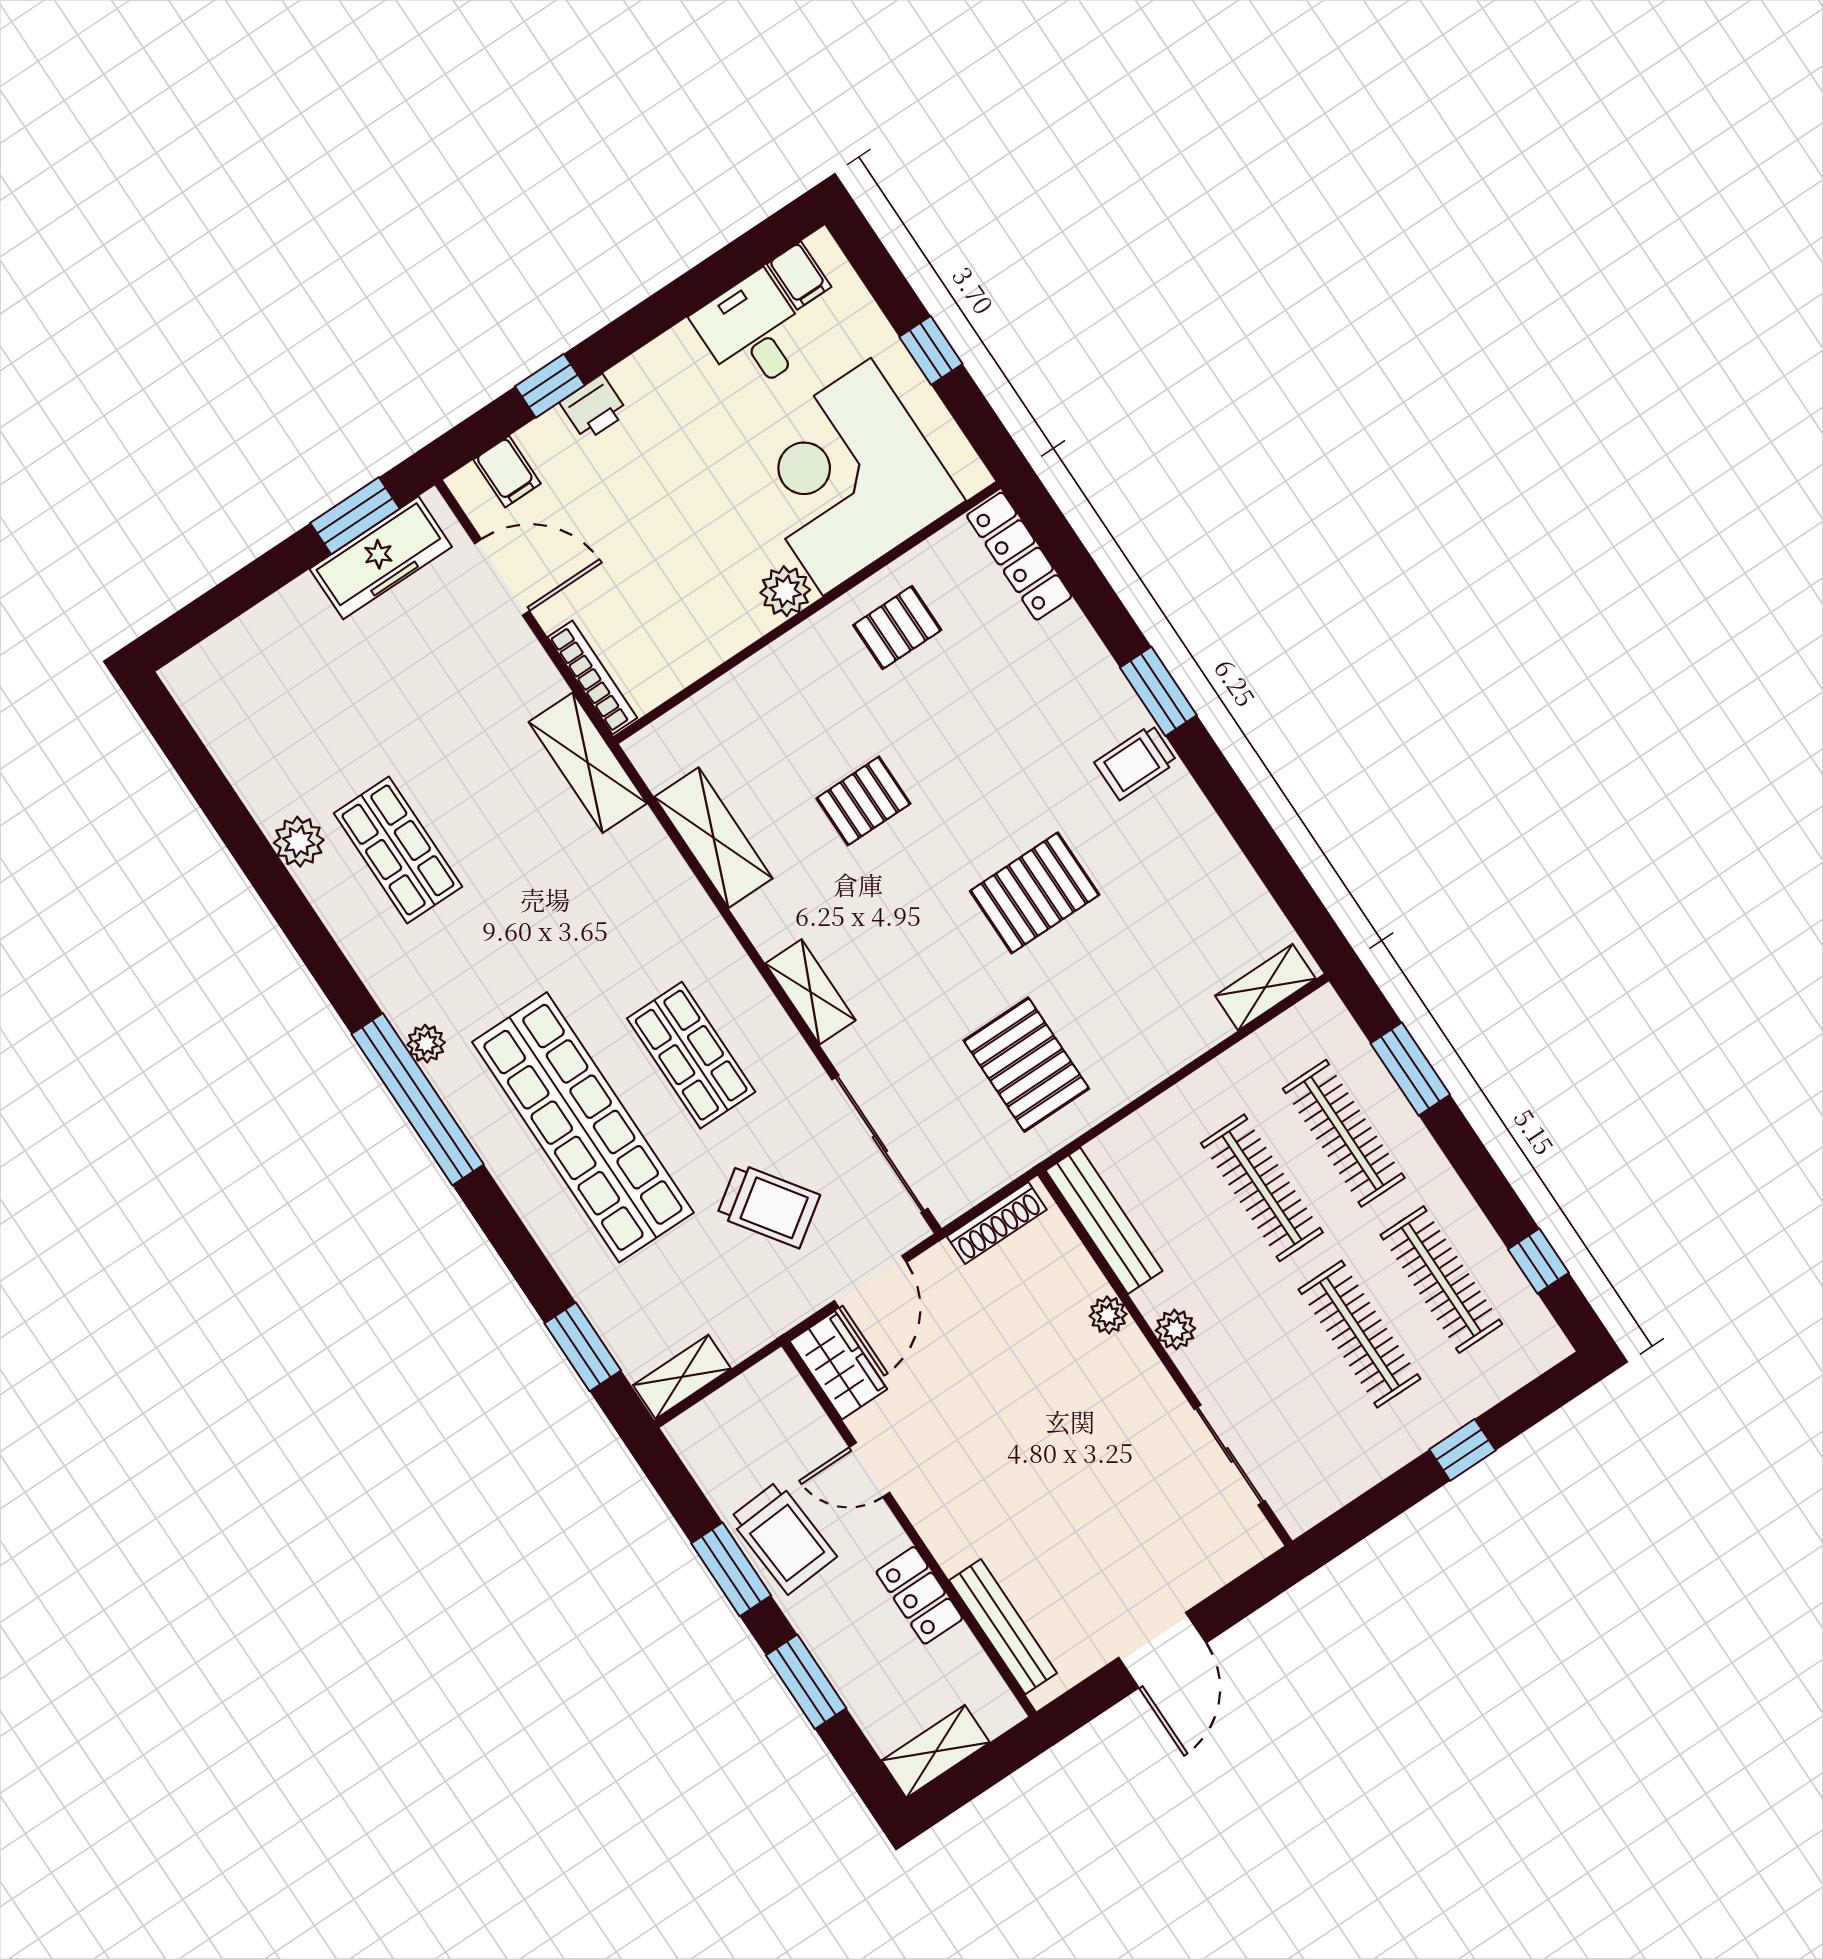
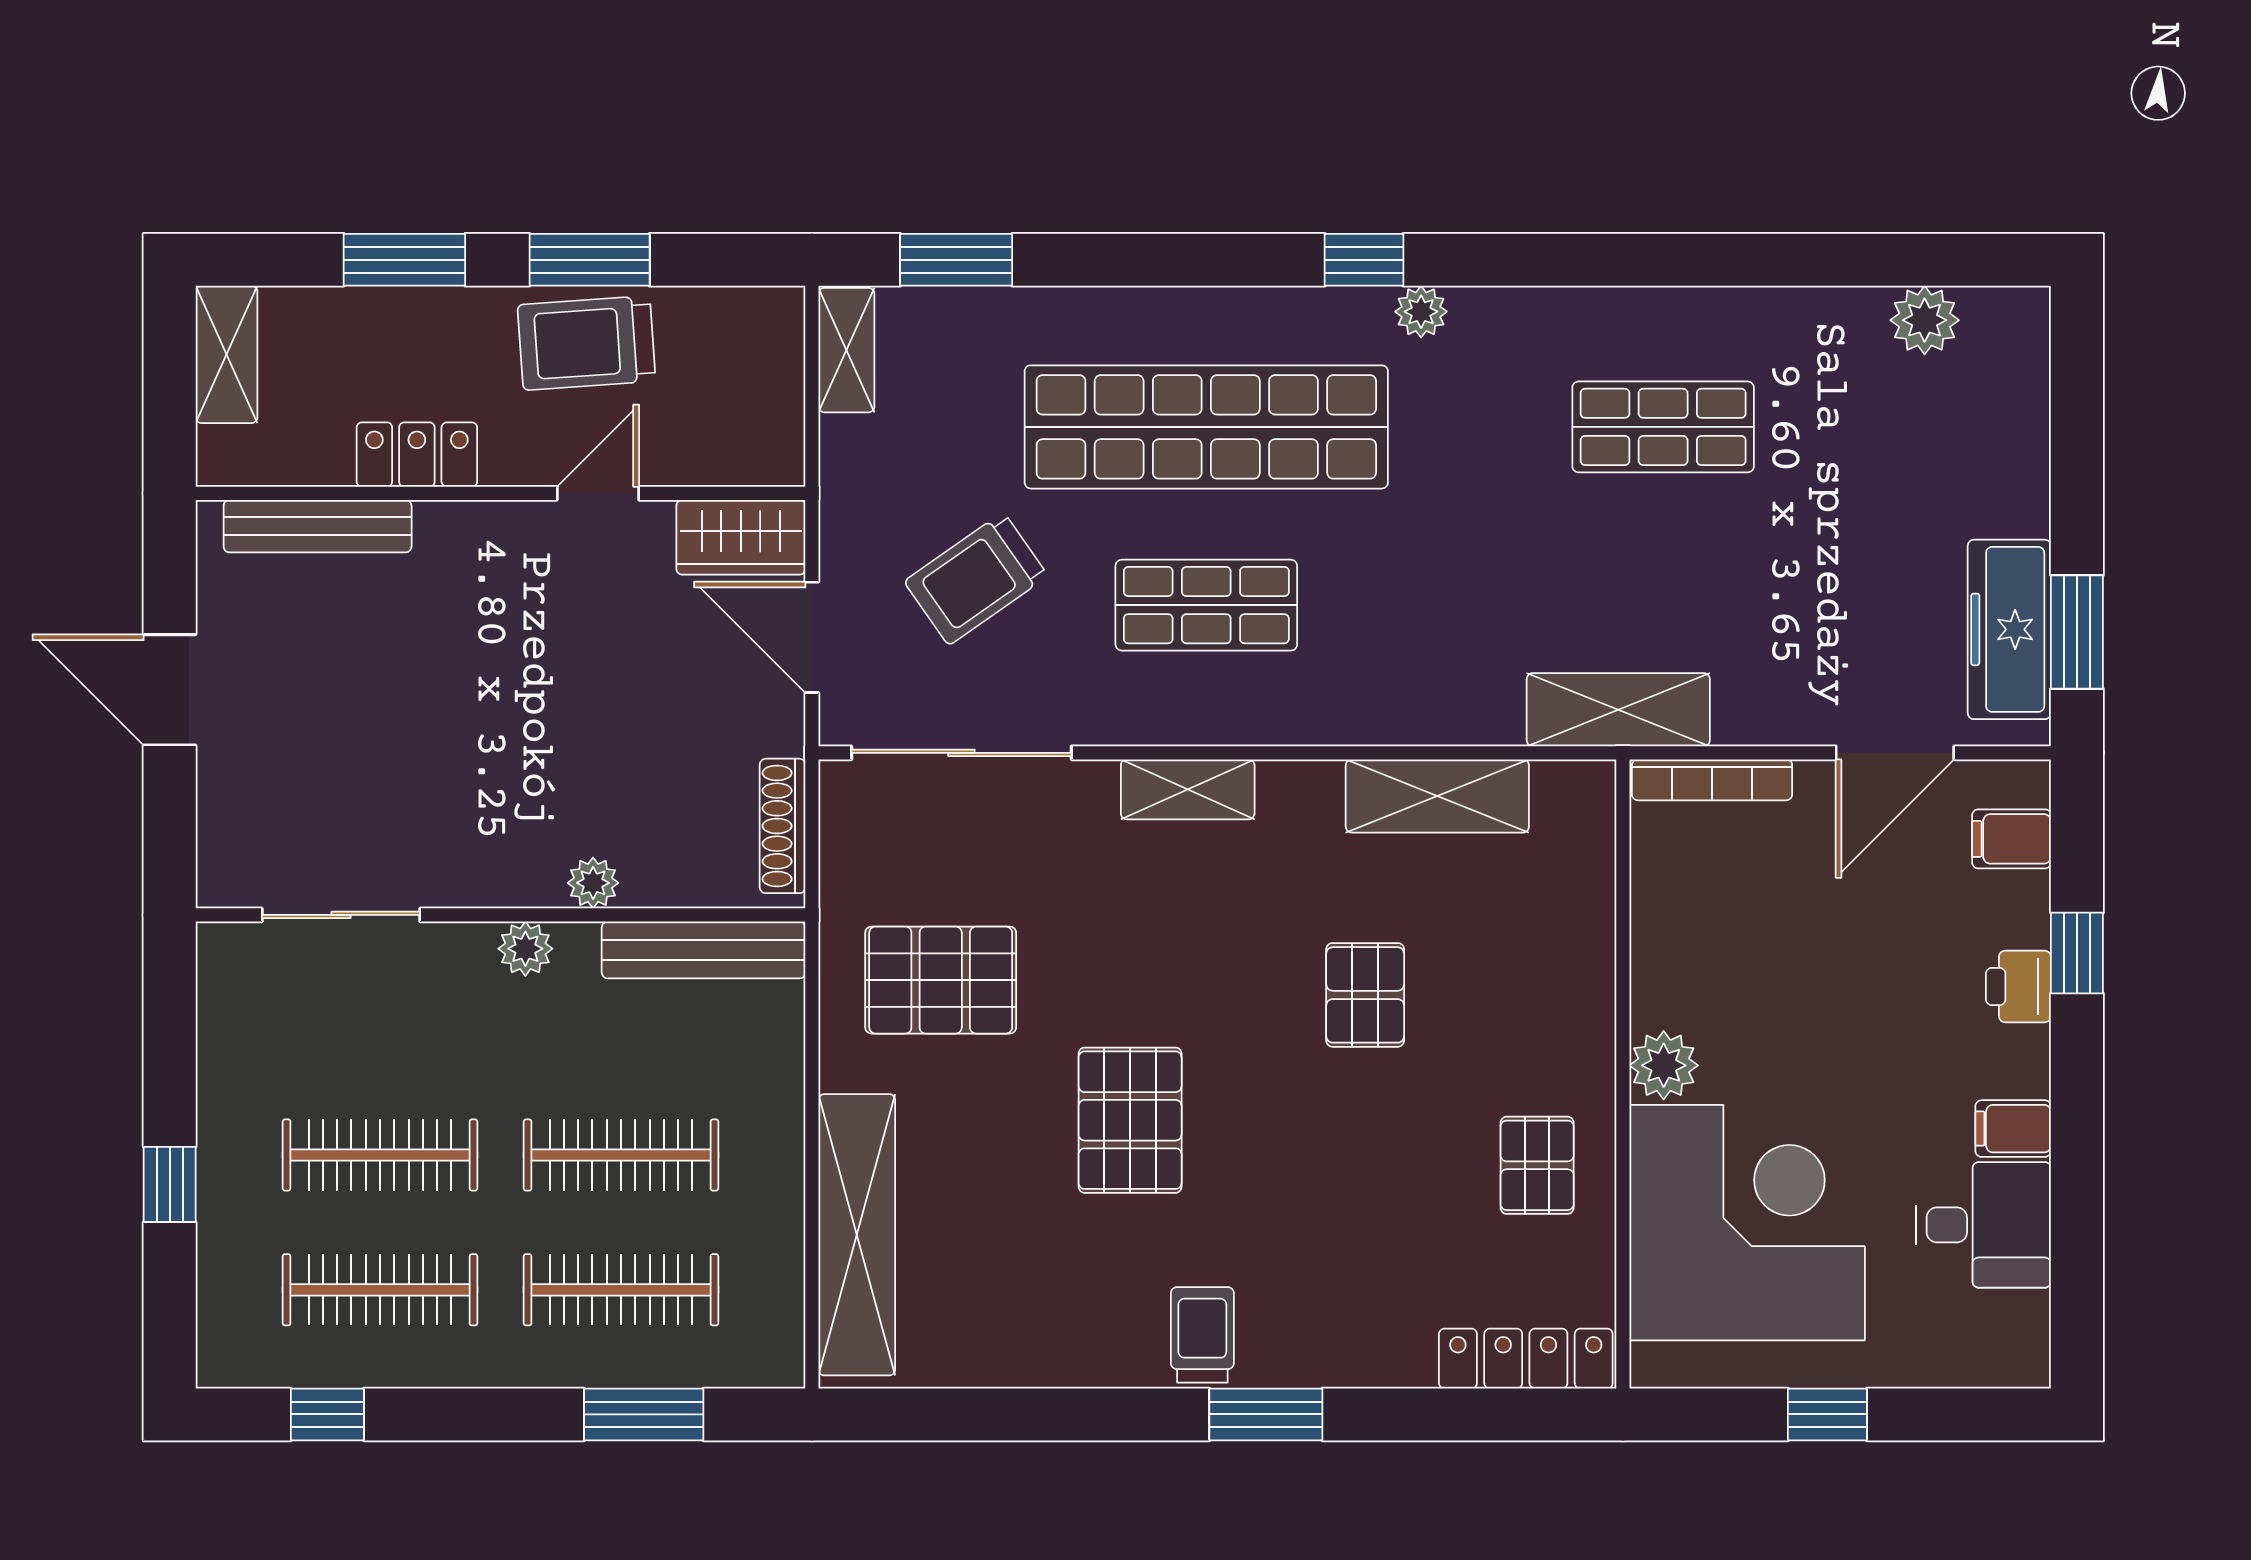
filing cabinet: (799, 275) -> (2013, 1129), moved
plant: (299, 842) -> (1925, 320), moved
shelving: (1265, 987) -> (857, 1235), width x2.20, depth x1.33
window: (418, 1099) -> (1364, 260), width x0.32

